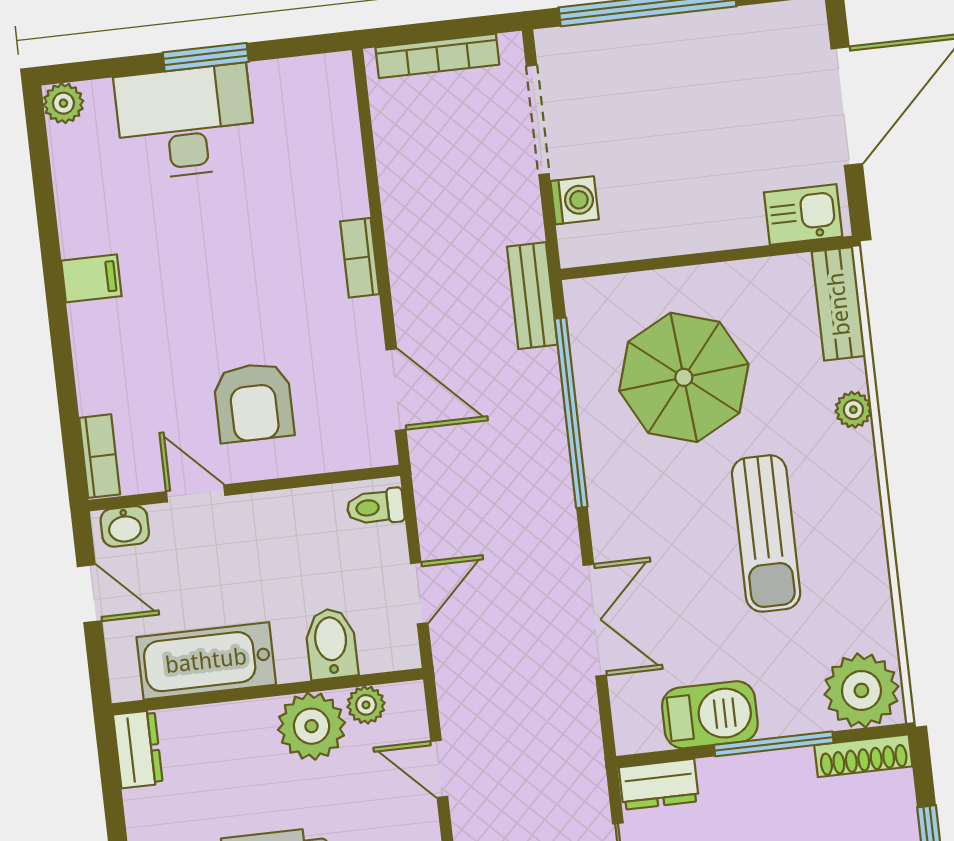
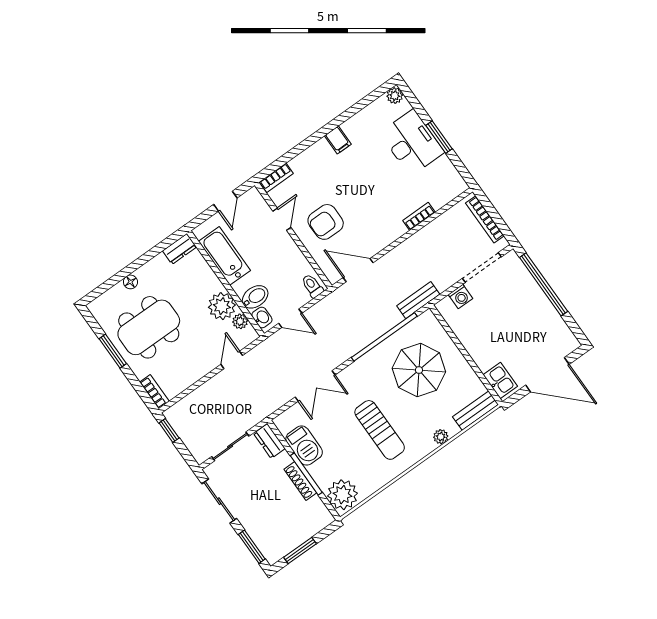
bookcase: (360, 258) -> (419, 216), moved
door: (396, 390) -> (358, 270), swing flipped
washbasin: (125, 526) -> (262, 317), moved, turned 180
sun lounger: (766, 533) -> (380, 430), turned -90
shoe rack: (863, 756) -> (300, 481), moved

